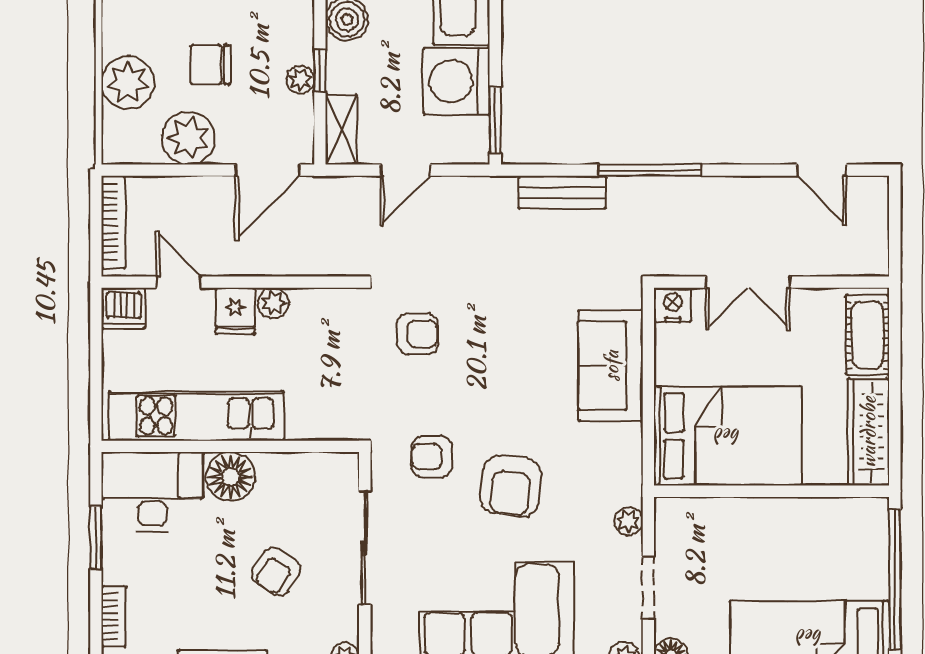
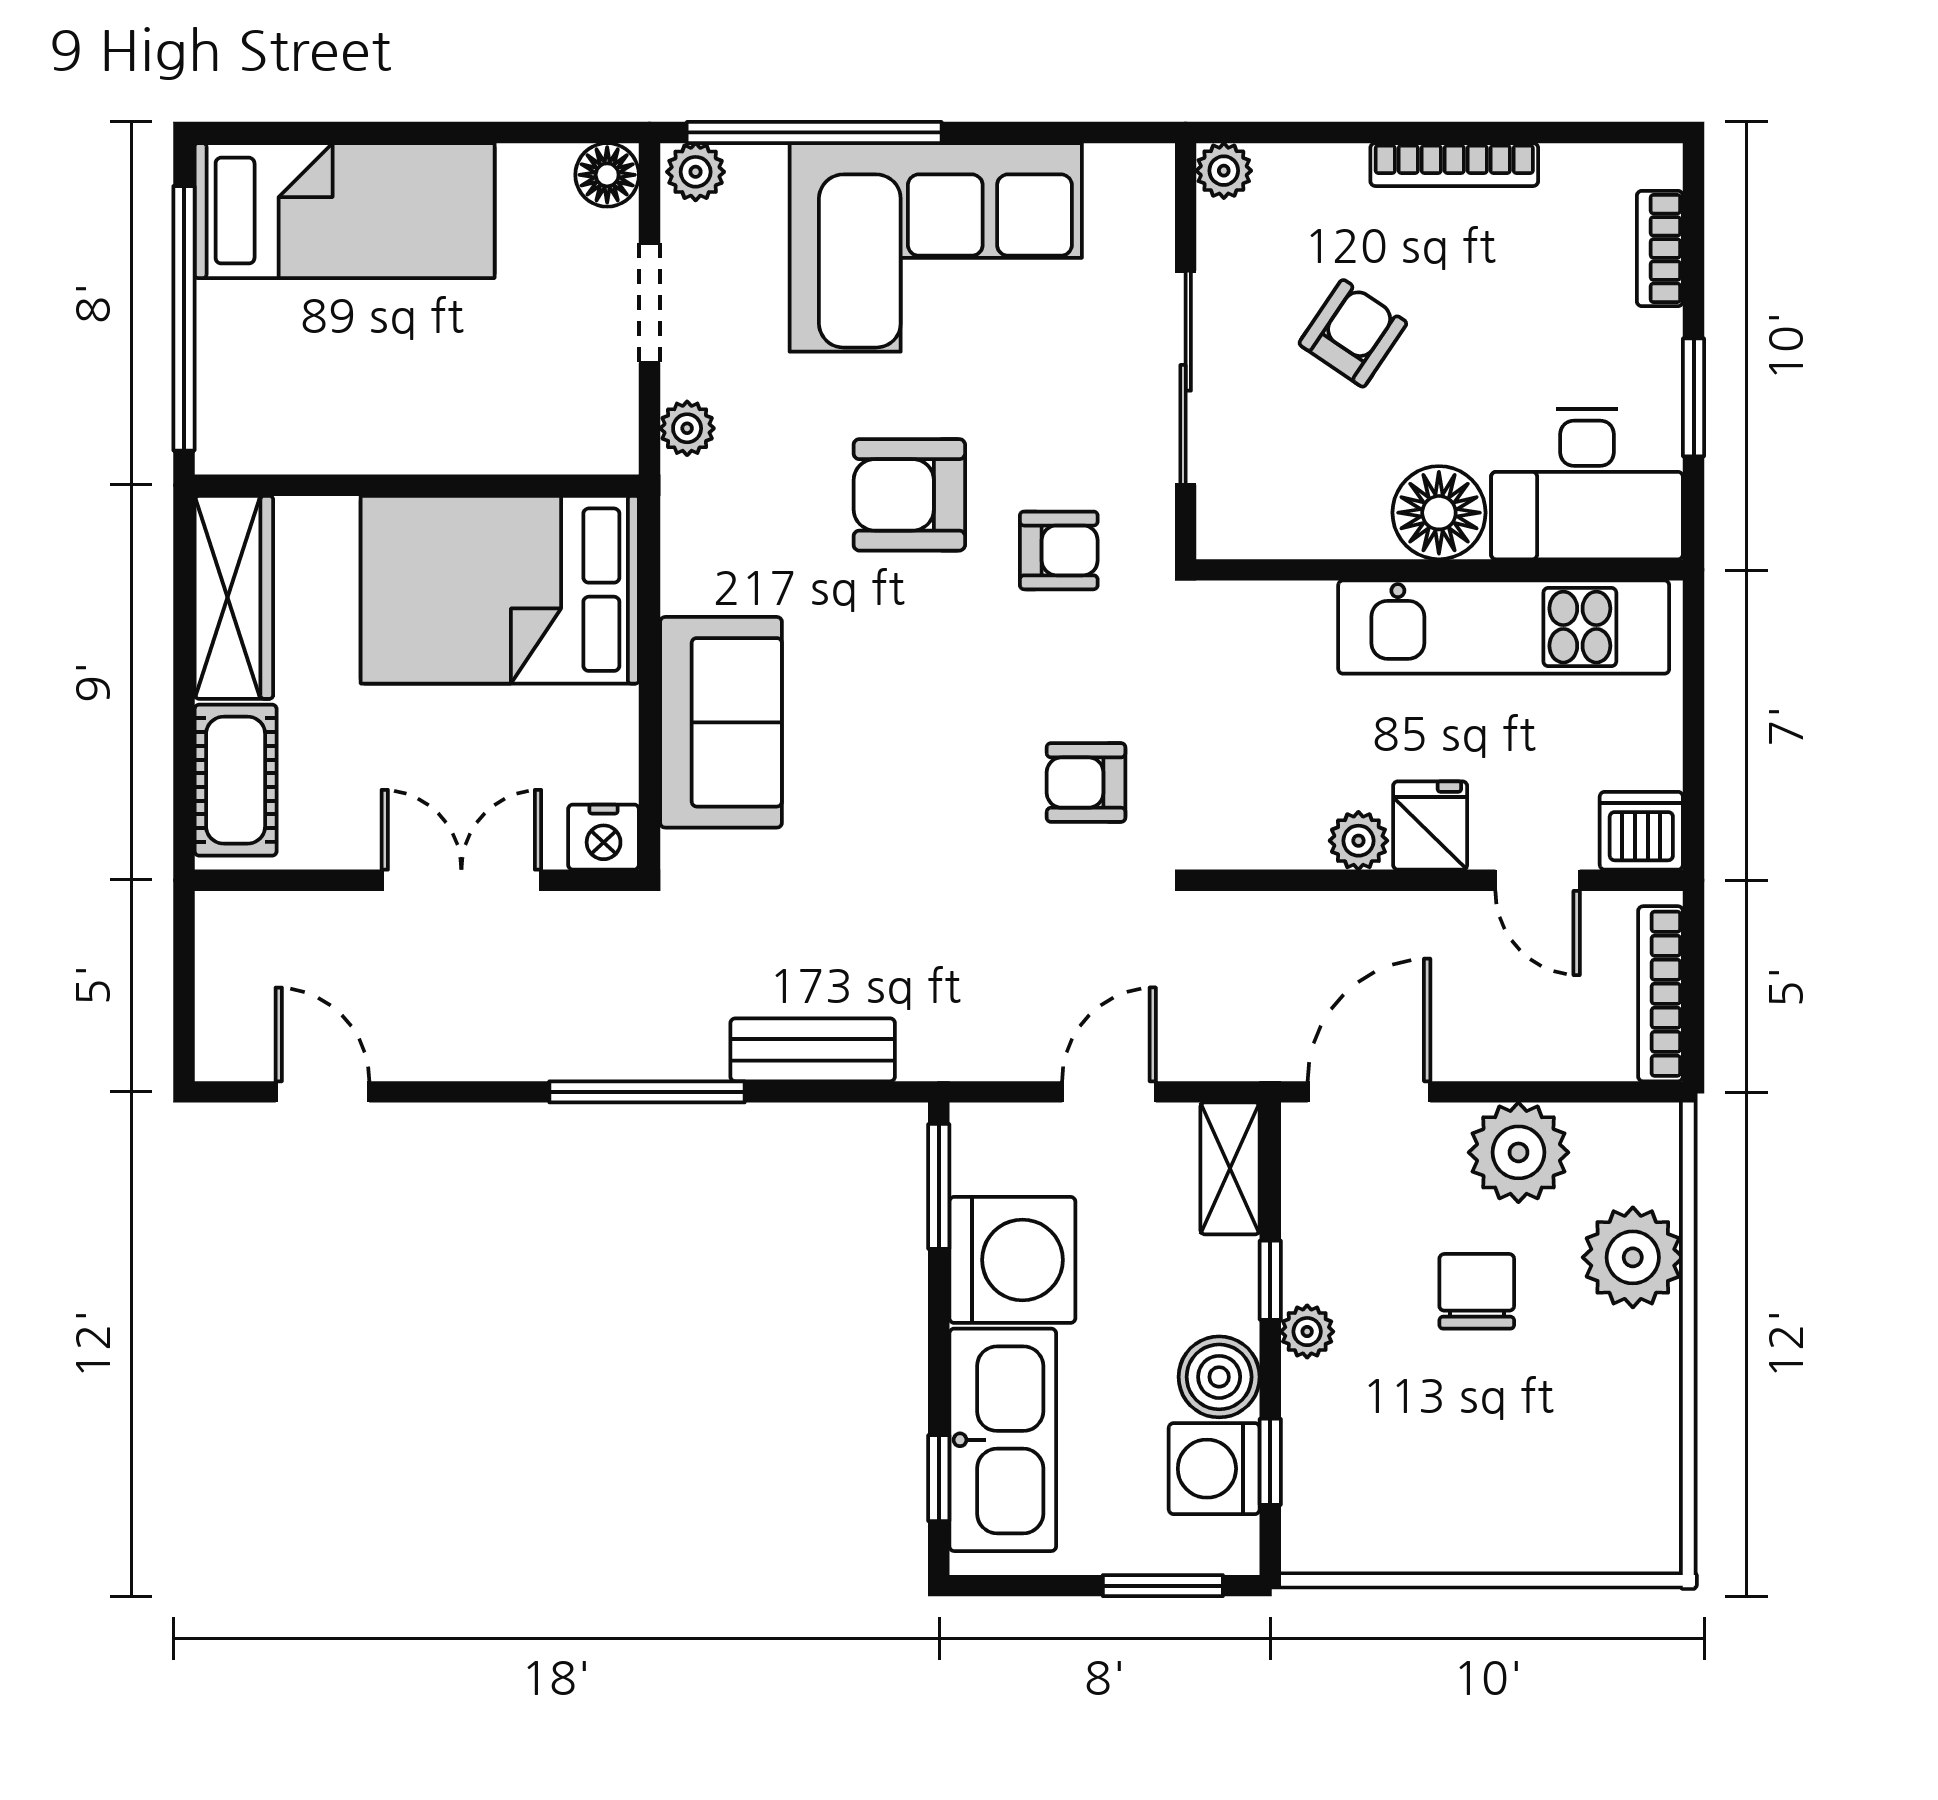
chair: (211, 65) -> (1477, 1291), turned -90
plant: (300, 80) -> (1307, 1332), moved
armchair: (511, 486) -> (909, 495), turned -96

